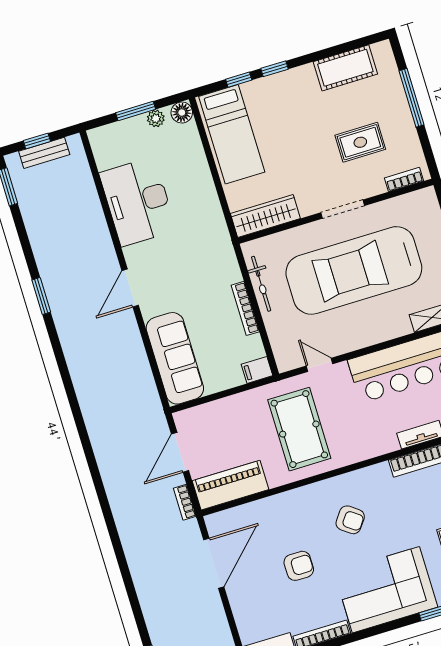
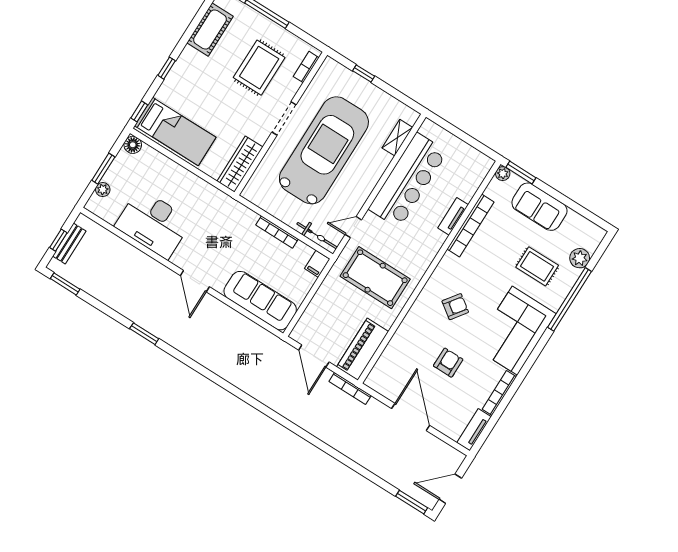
window: (239, 80) -> (139, 111), moved
plant: (156, 118) -> (103, 190), moved
rug: (360, 142) -> (259, 68), width x1.36, depth x1.43
car: (354, 270) -> (324, 150), turned 180
bicycle: (261, 284) -> (317, 236), moved
bookcase: (185, 502) -> (350, 389), width x1.56
door: (214, 563) -> (411, 417), moved

